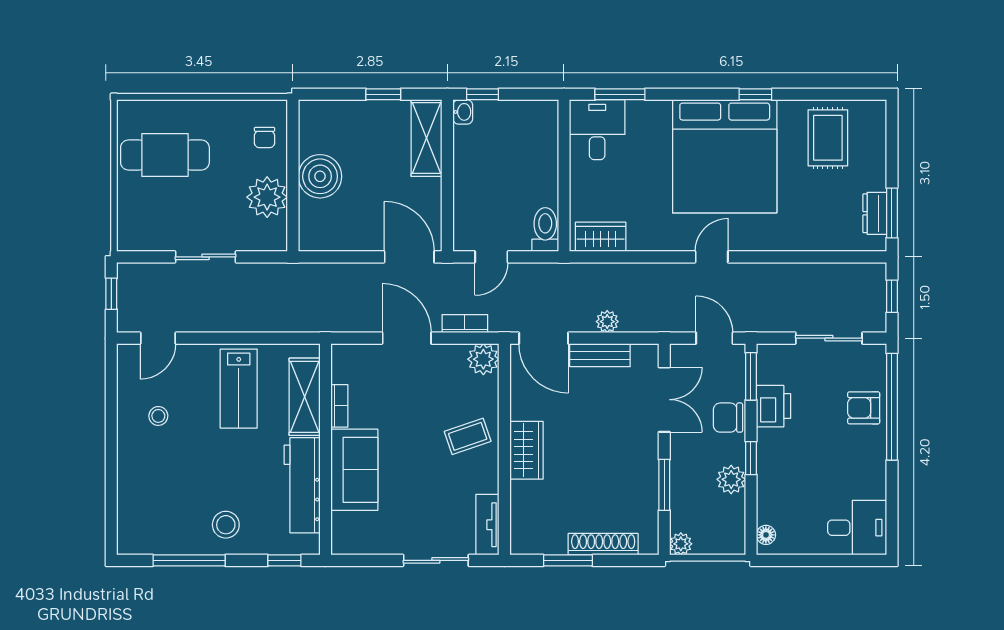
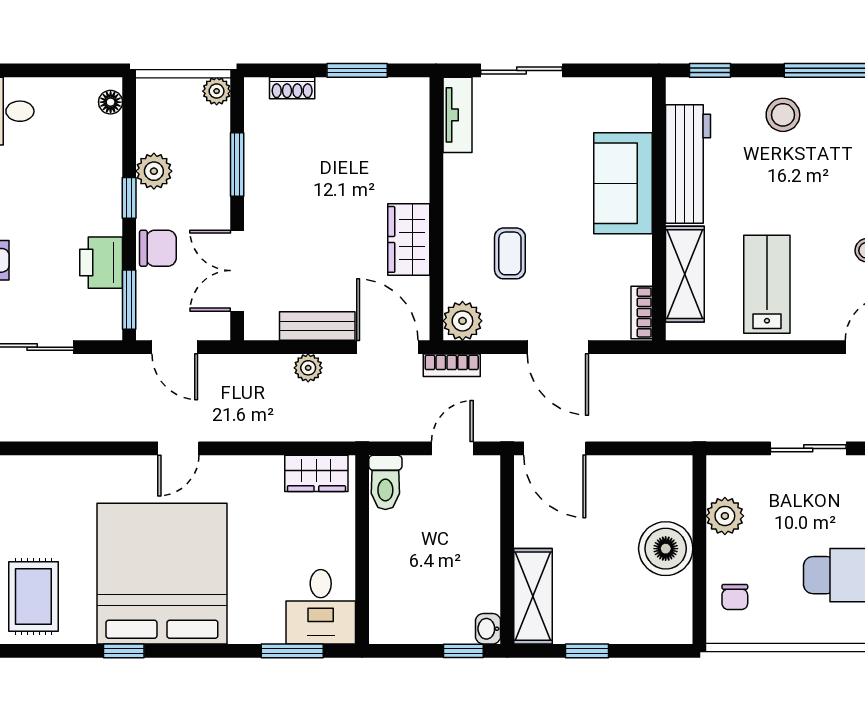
chair: (265, 137) -> (735, 597), turned 180
plant: (267, 197) -> (725, 516), width x0.73, depth x0.73
bookcase: (465, 324) -> (452, 365), moved
bookcase: (339, 406) -> (642, 313), moved
coffee table: (468, 436) -> (510, 253), moved, turned -71
wardrobe: (526, 450) -> (409, 239), moved
shoe rack: (603, 544) -> (292, 88), width x0.51, depth x0.81

